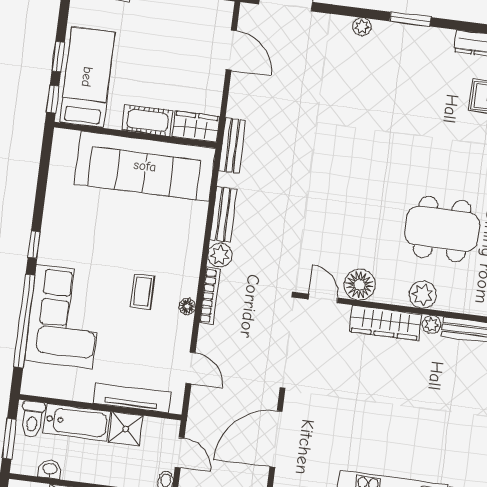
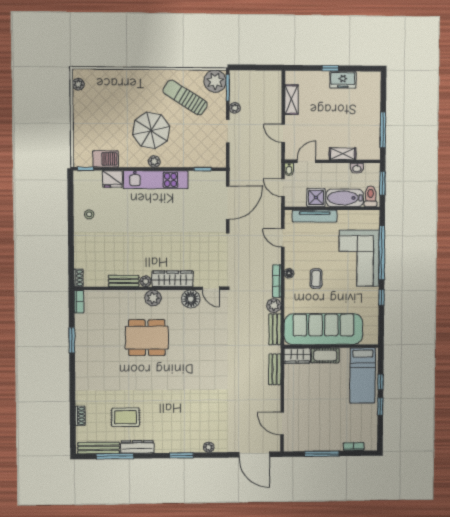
bed: (87, 77) -> (363, 375), moved
cot: (148, 120) -> (325, 355), moved
wardrobe: (196, 127) -> (297, 356), moved
wall: (135, 135) -> (331, 346), moved
sofa: (145, 166) -> (323, 329), moved

